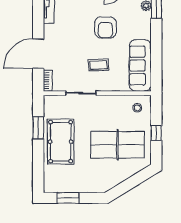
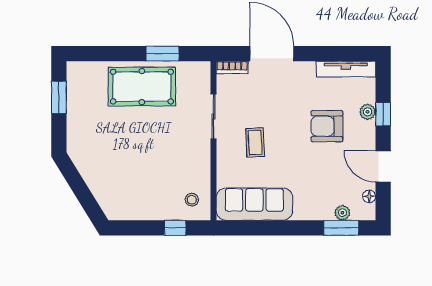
armchair: (105, 27) -> (327, 126), moved
window: (156, 133) -> (175, 228), moved
table tennis table: (117, 145) -> (137, 170), removed

